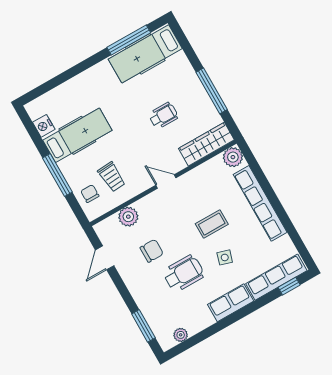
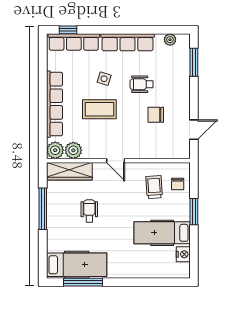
wheelchair: (163, 116) -> (89, 211), turned 90
window: (57, 175) -> (194, 212), width x0.69
plant: (128, 217) -> (73, 150), moved
coffee table: (212, 224) -> (99, 109), width x1.36, depth x1.30
wheelchair: (184, 273) -> (142, 84), width x0.73, depth x0.73
row of seats: (231, 303) -> (127, 42), width x1.48

